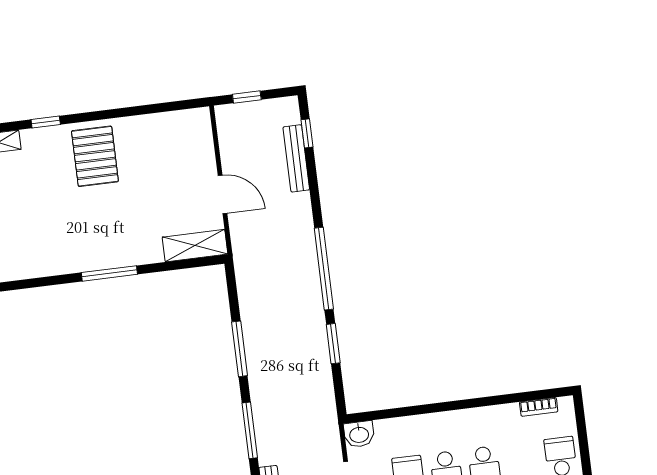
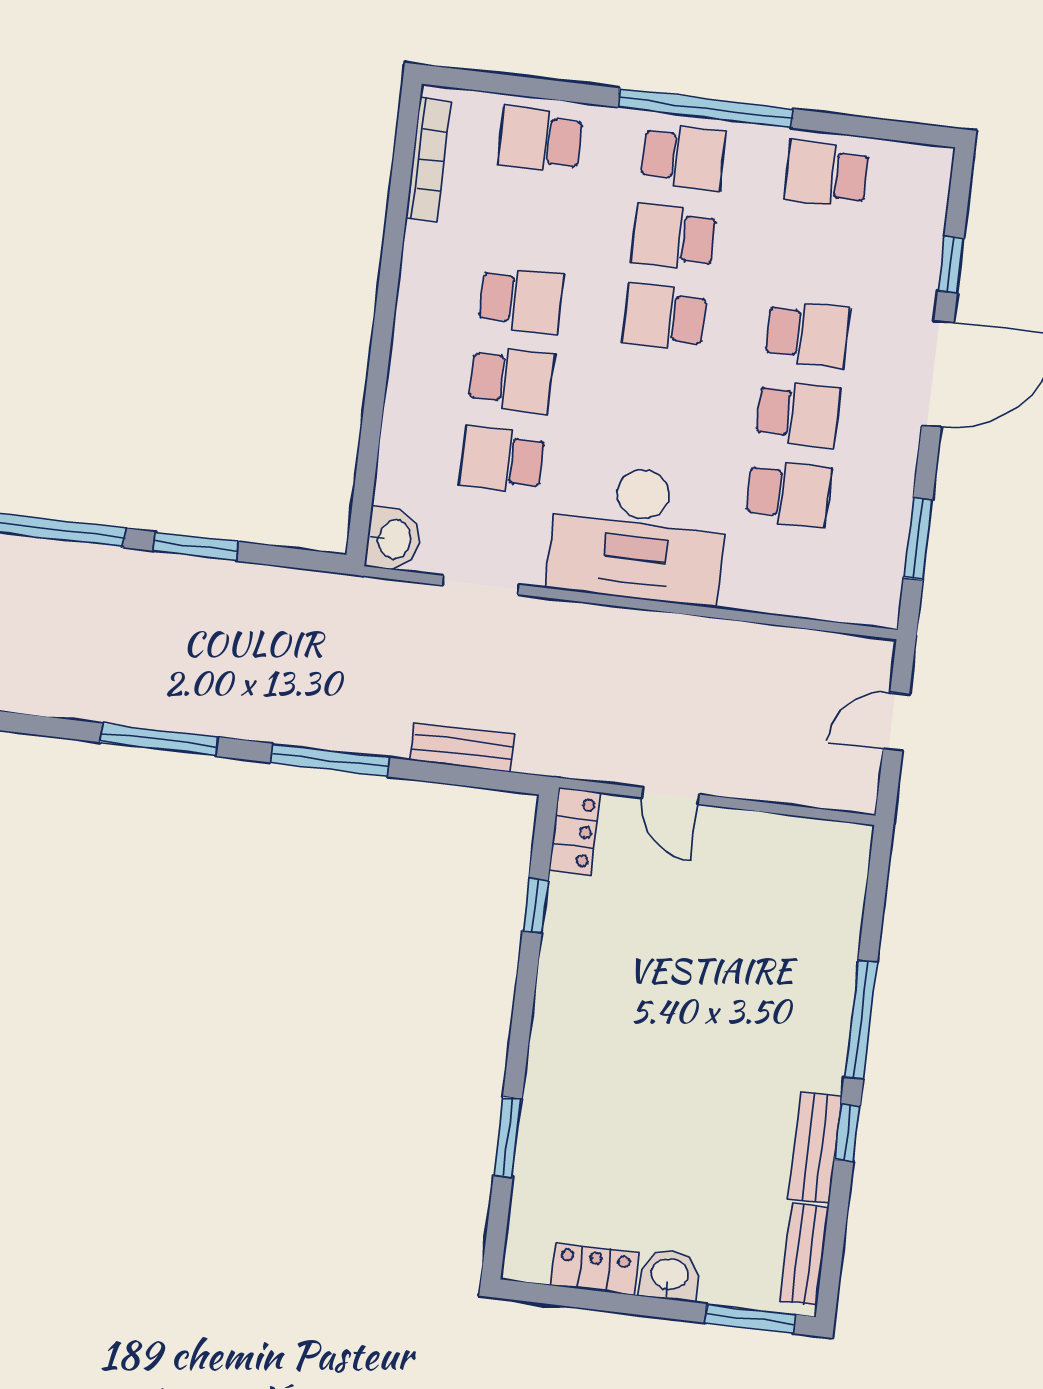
bookcase: (539, 407) -> (428, 159), width x1.56

